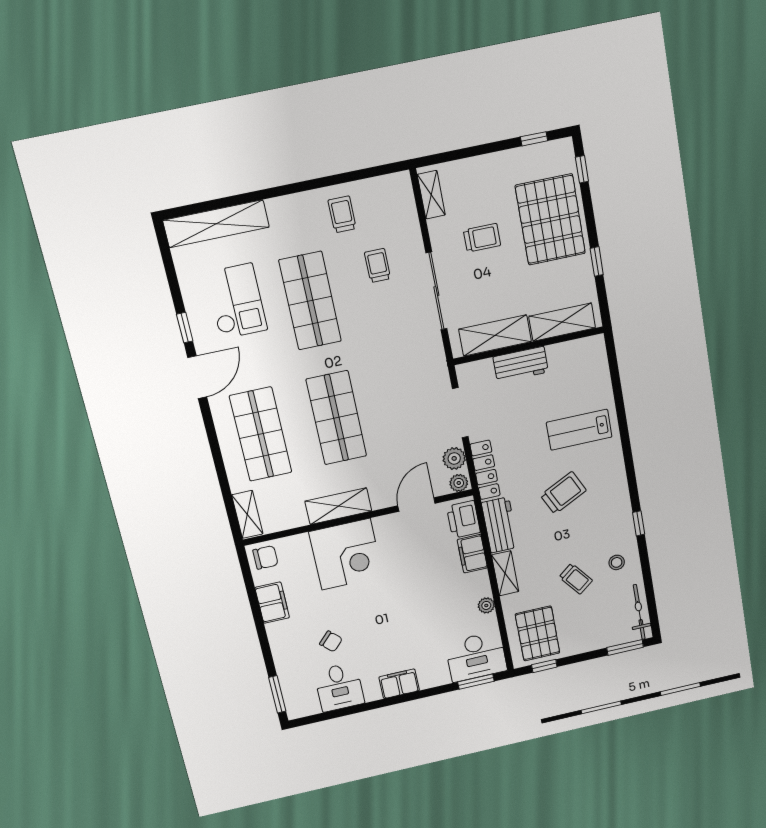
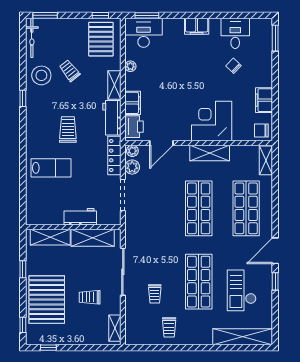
trolley: (563, 493) -> (68, 130), turned 116
stool: (617, 562) -> (41, 75), width x1.89, depth x1.89

